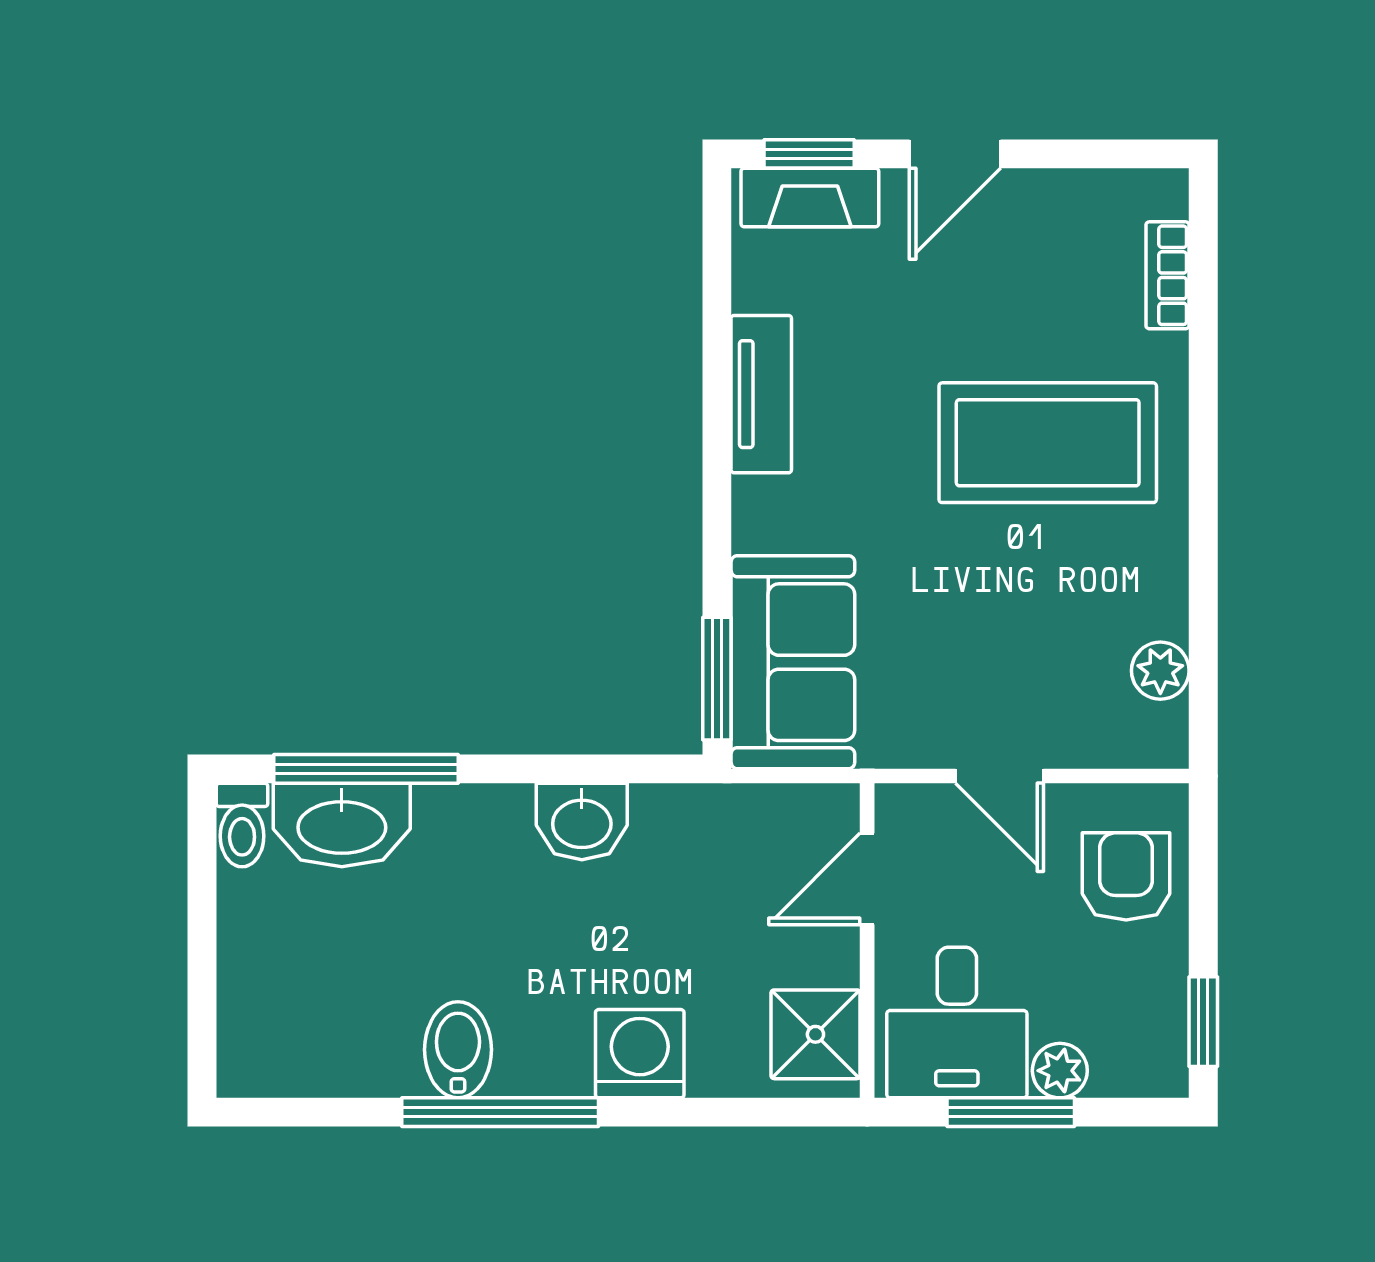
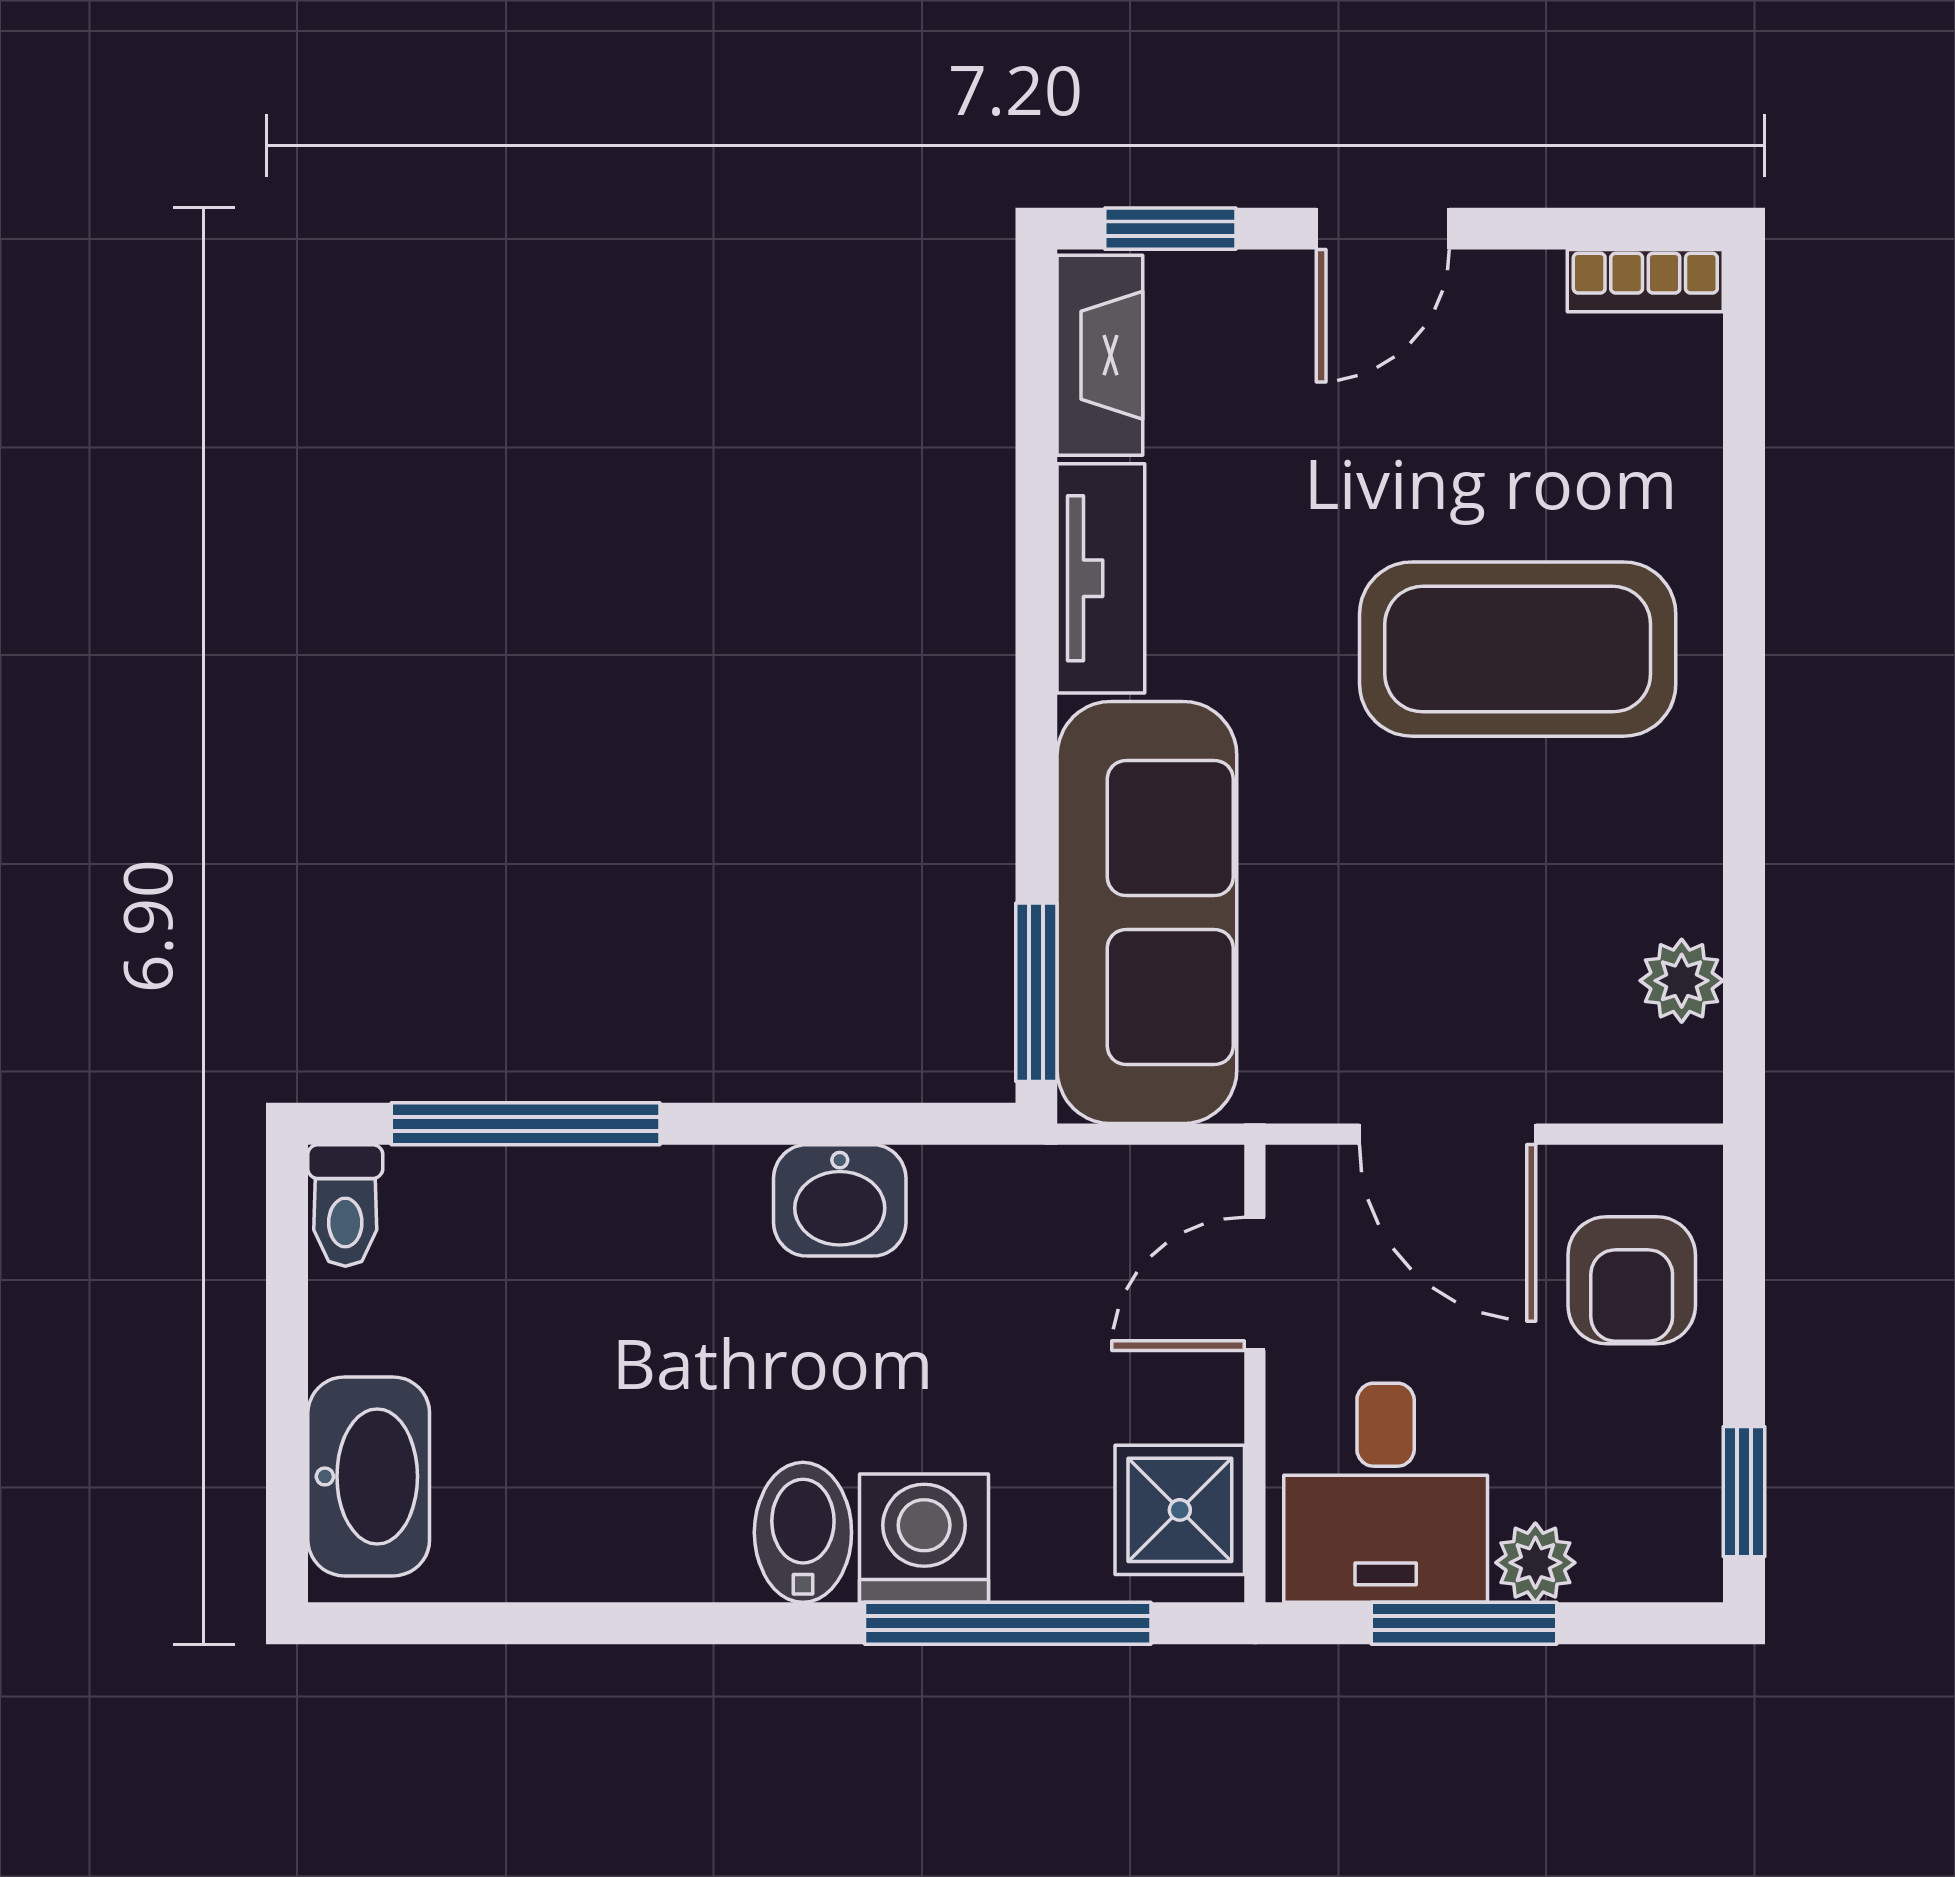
fireplace: (810, 198) -> (1100, 355), moved, turned -90
bookcase: (1168, 275) -> (1645, 281), moved, turned -90
sofa: (793, 662) -> (1147, 913), width x1.36
door: (1000, 776) -> (1448, 1134), width x1.38
washbasin: (342, 825) -> (369, 1476), moved, turned -90
armchair: (1126, 876) -> (1632, 1280), turned 180
bidet: (458, 1050) -> (803, 1532), moved
window: (500, 1112) -> (1008, 1623), moved

